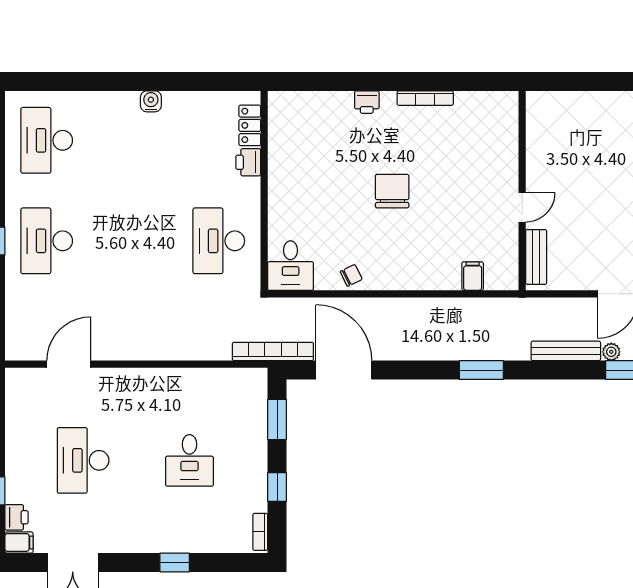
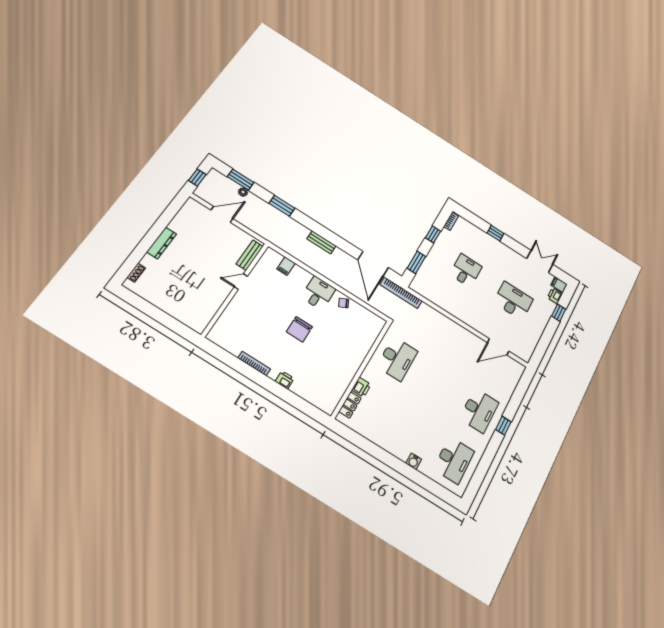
water cooler: (151, 101) -> (414, 461), moved
desk: (291, 266) -> (318, 293), moved
bench: (566, 351) -> (321, 242), moved, width x0.73
window: (481, 370) -> (282, 206), moved
desk: (83, 460) -> (513, 301), turned -90

